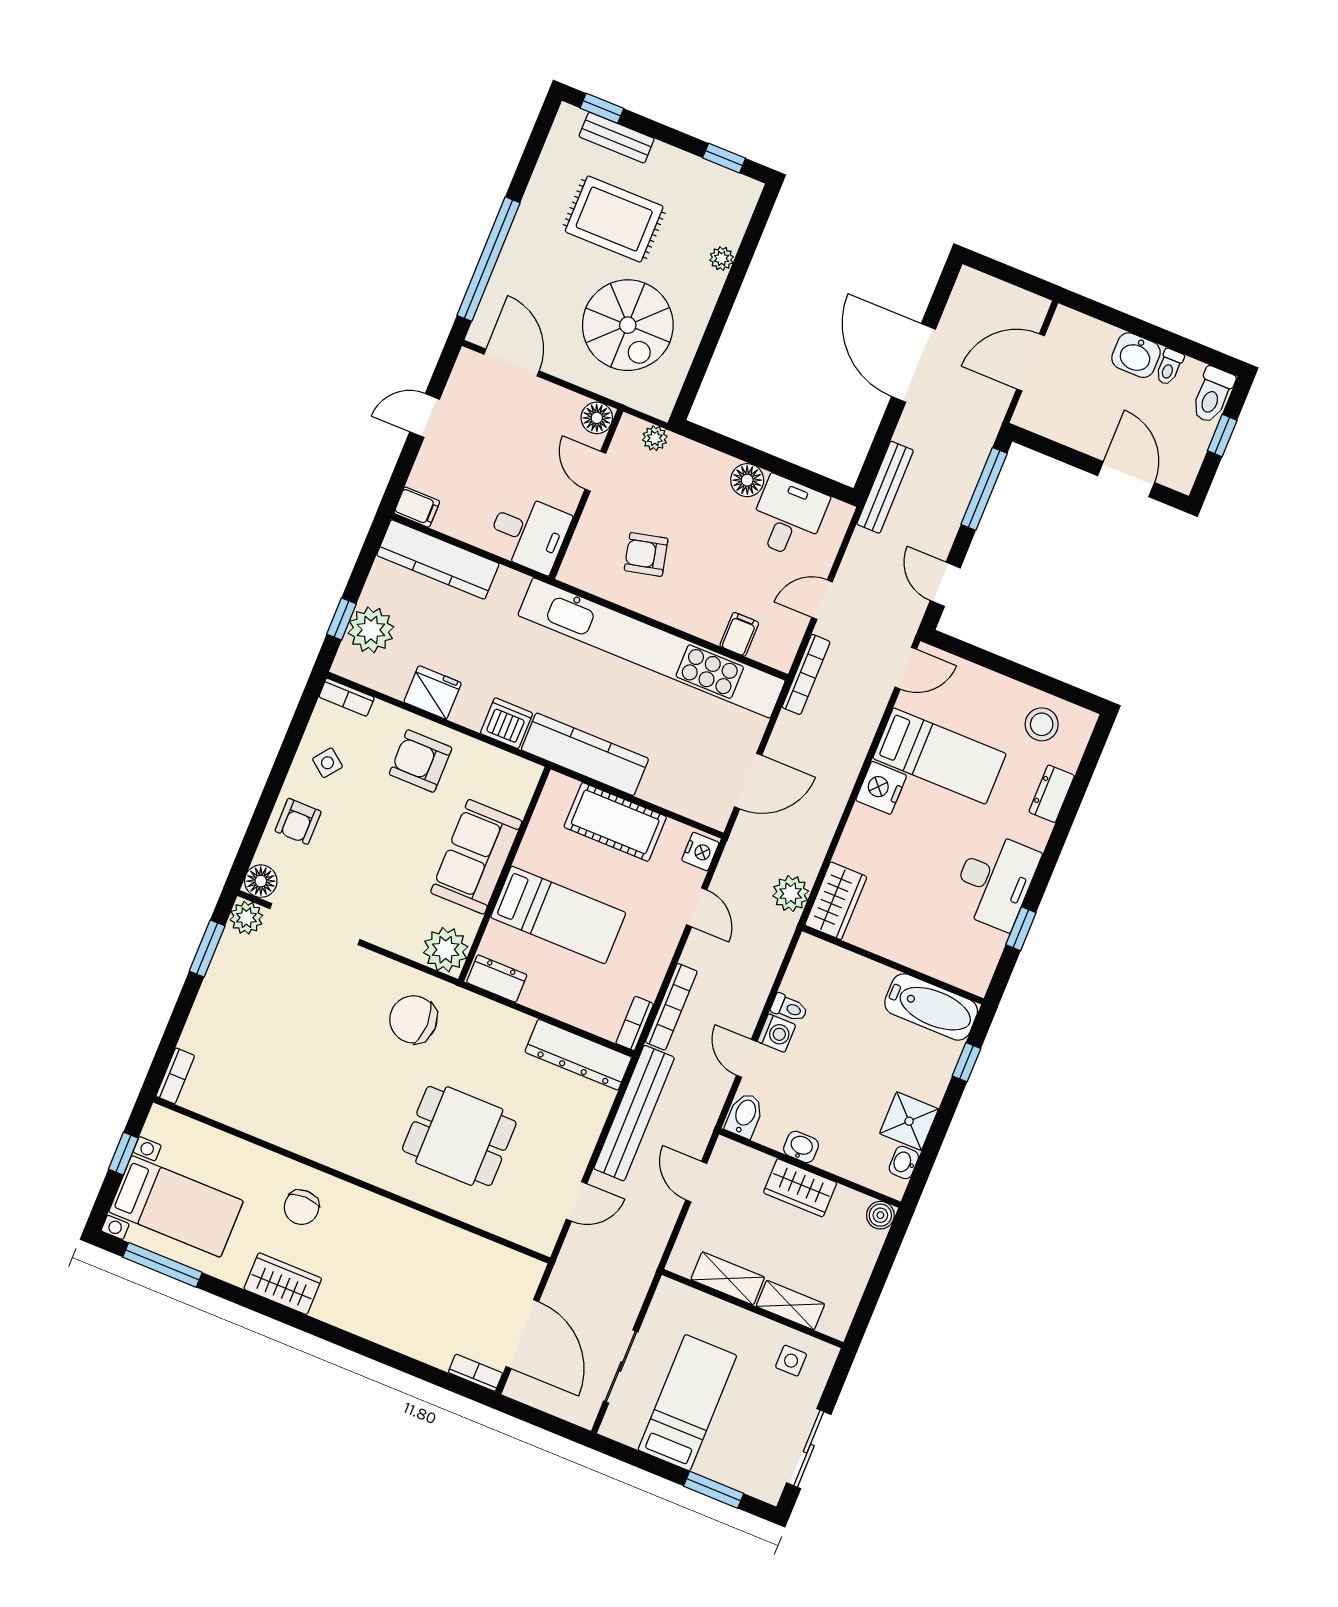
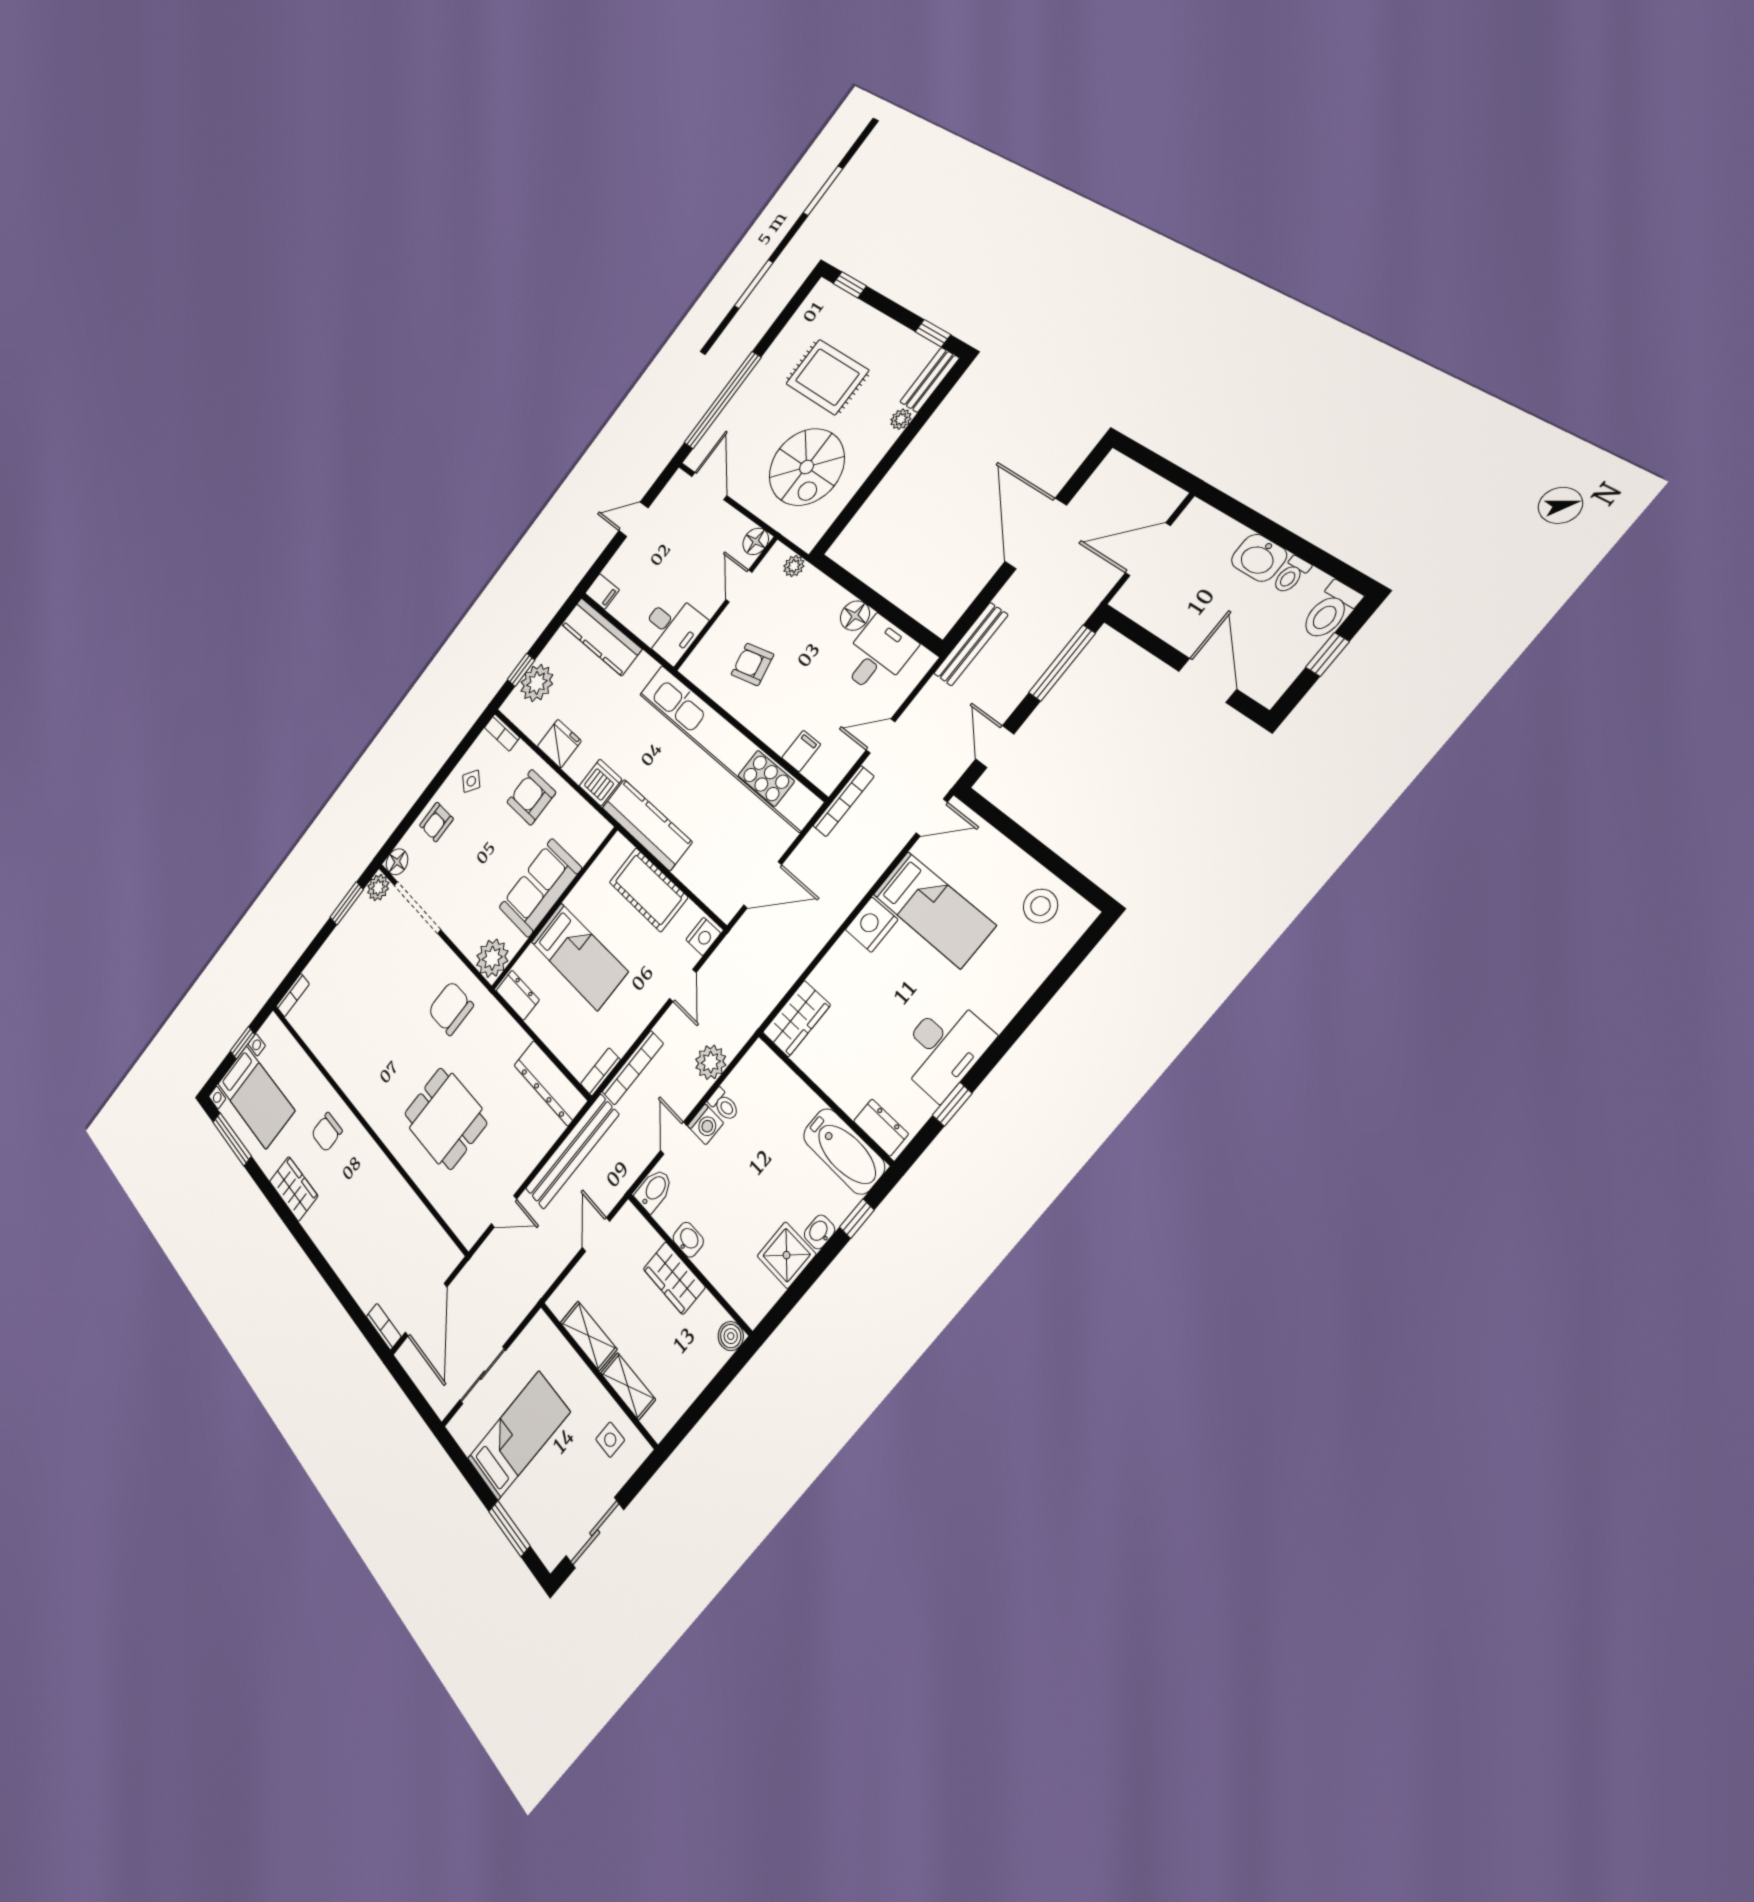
bench: (617, 138) -> (929, 380), moved, turned 90
dresser: (1052, 794) -> (881, 1128), moved, turned 90
plant: (791, 894) -> (711, 1062), moved
washbasin: (904, 1163) -> (820, 1232), moved

